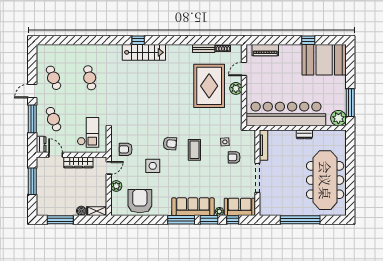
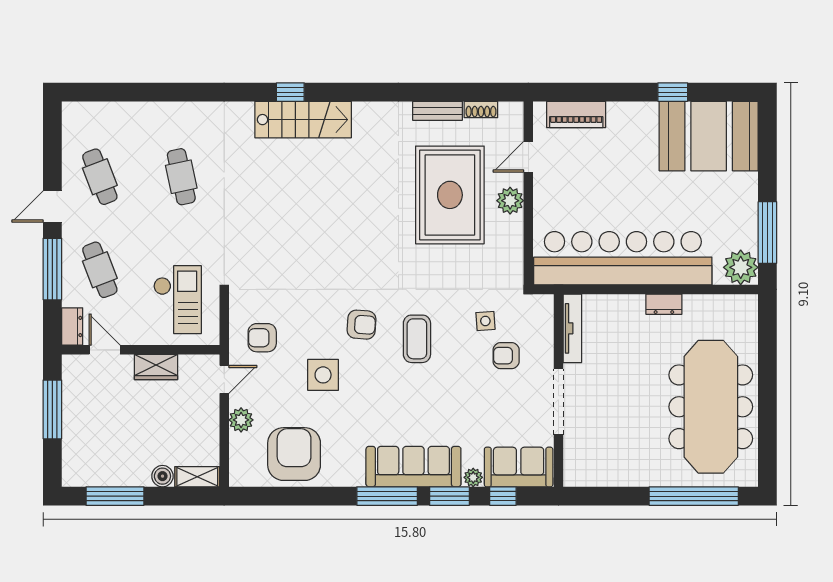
wardrobe: (78, 162) -> (156, 367), width x0.67
window: (300, 220) -> (694, 496), moved

